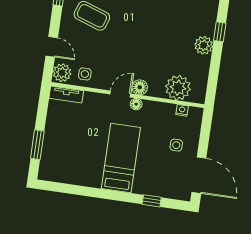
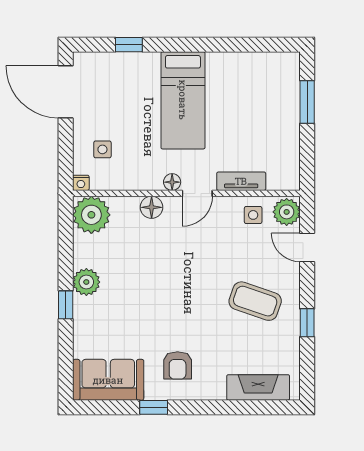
floor lamp: (140, 87) -> (152, 207), moved
plant: (178, 88) -> (91, 215), moved
tv unit: (66, 94) -> (241, 181), moved
nightstand: (182, 110) -> (81, 183), moved
side table: (176, 145) -> (102, 149), moved

